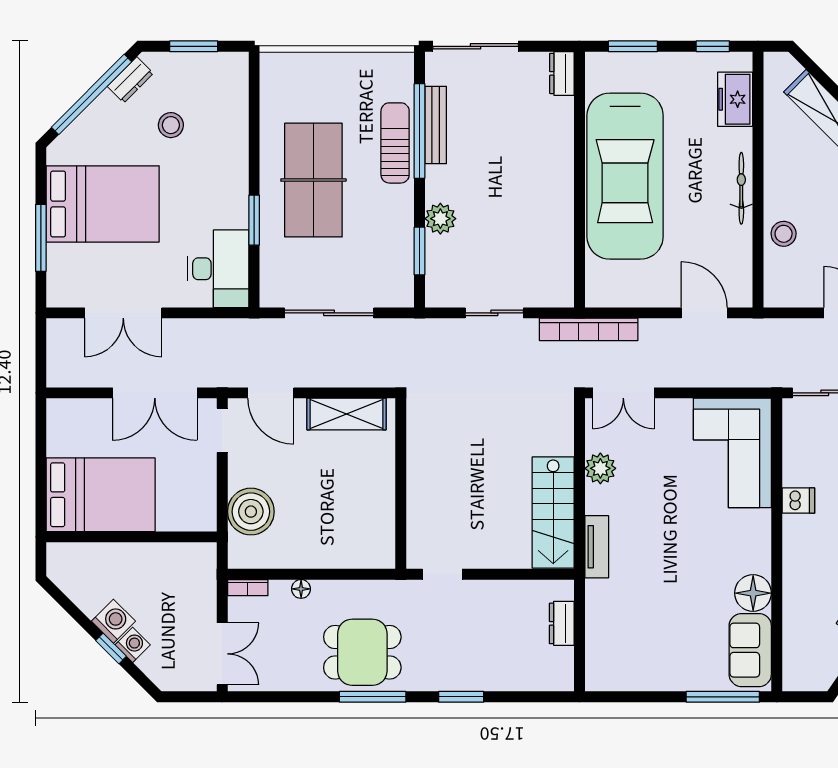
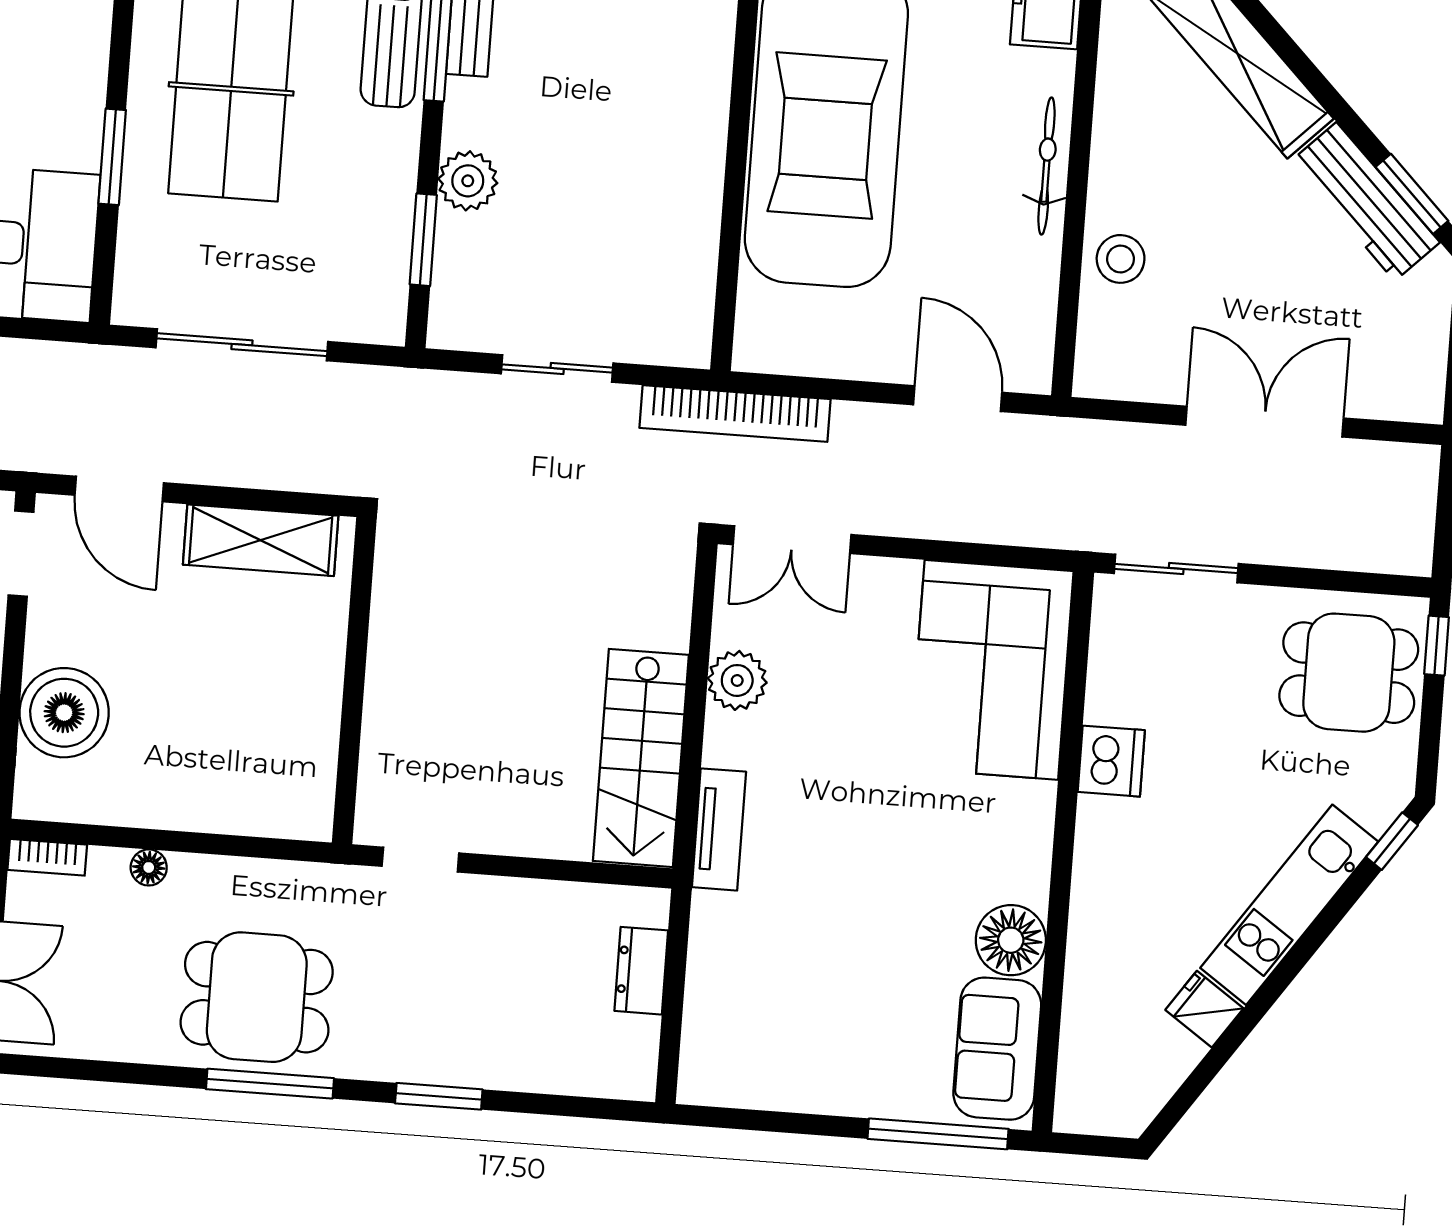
dishwasher: (798, 501) -> (1111, 761), width x1.38

